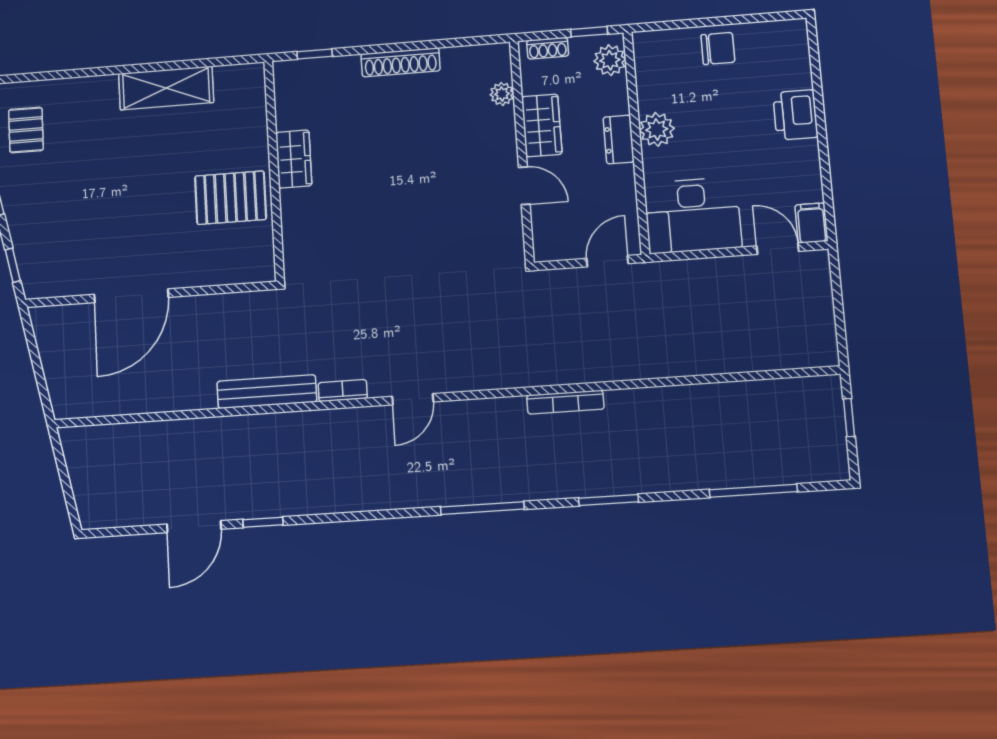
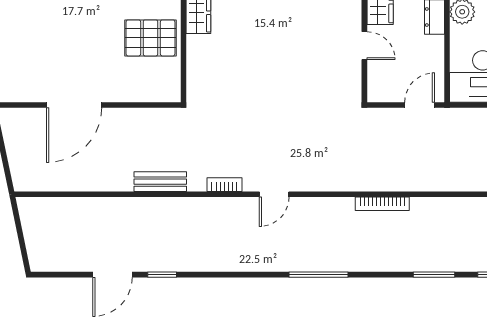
bench: (267, 392) -> (160, 182), width x0.73
window: (609, 500) -> (434, 275), moved

